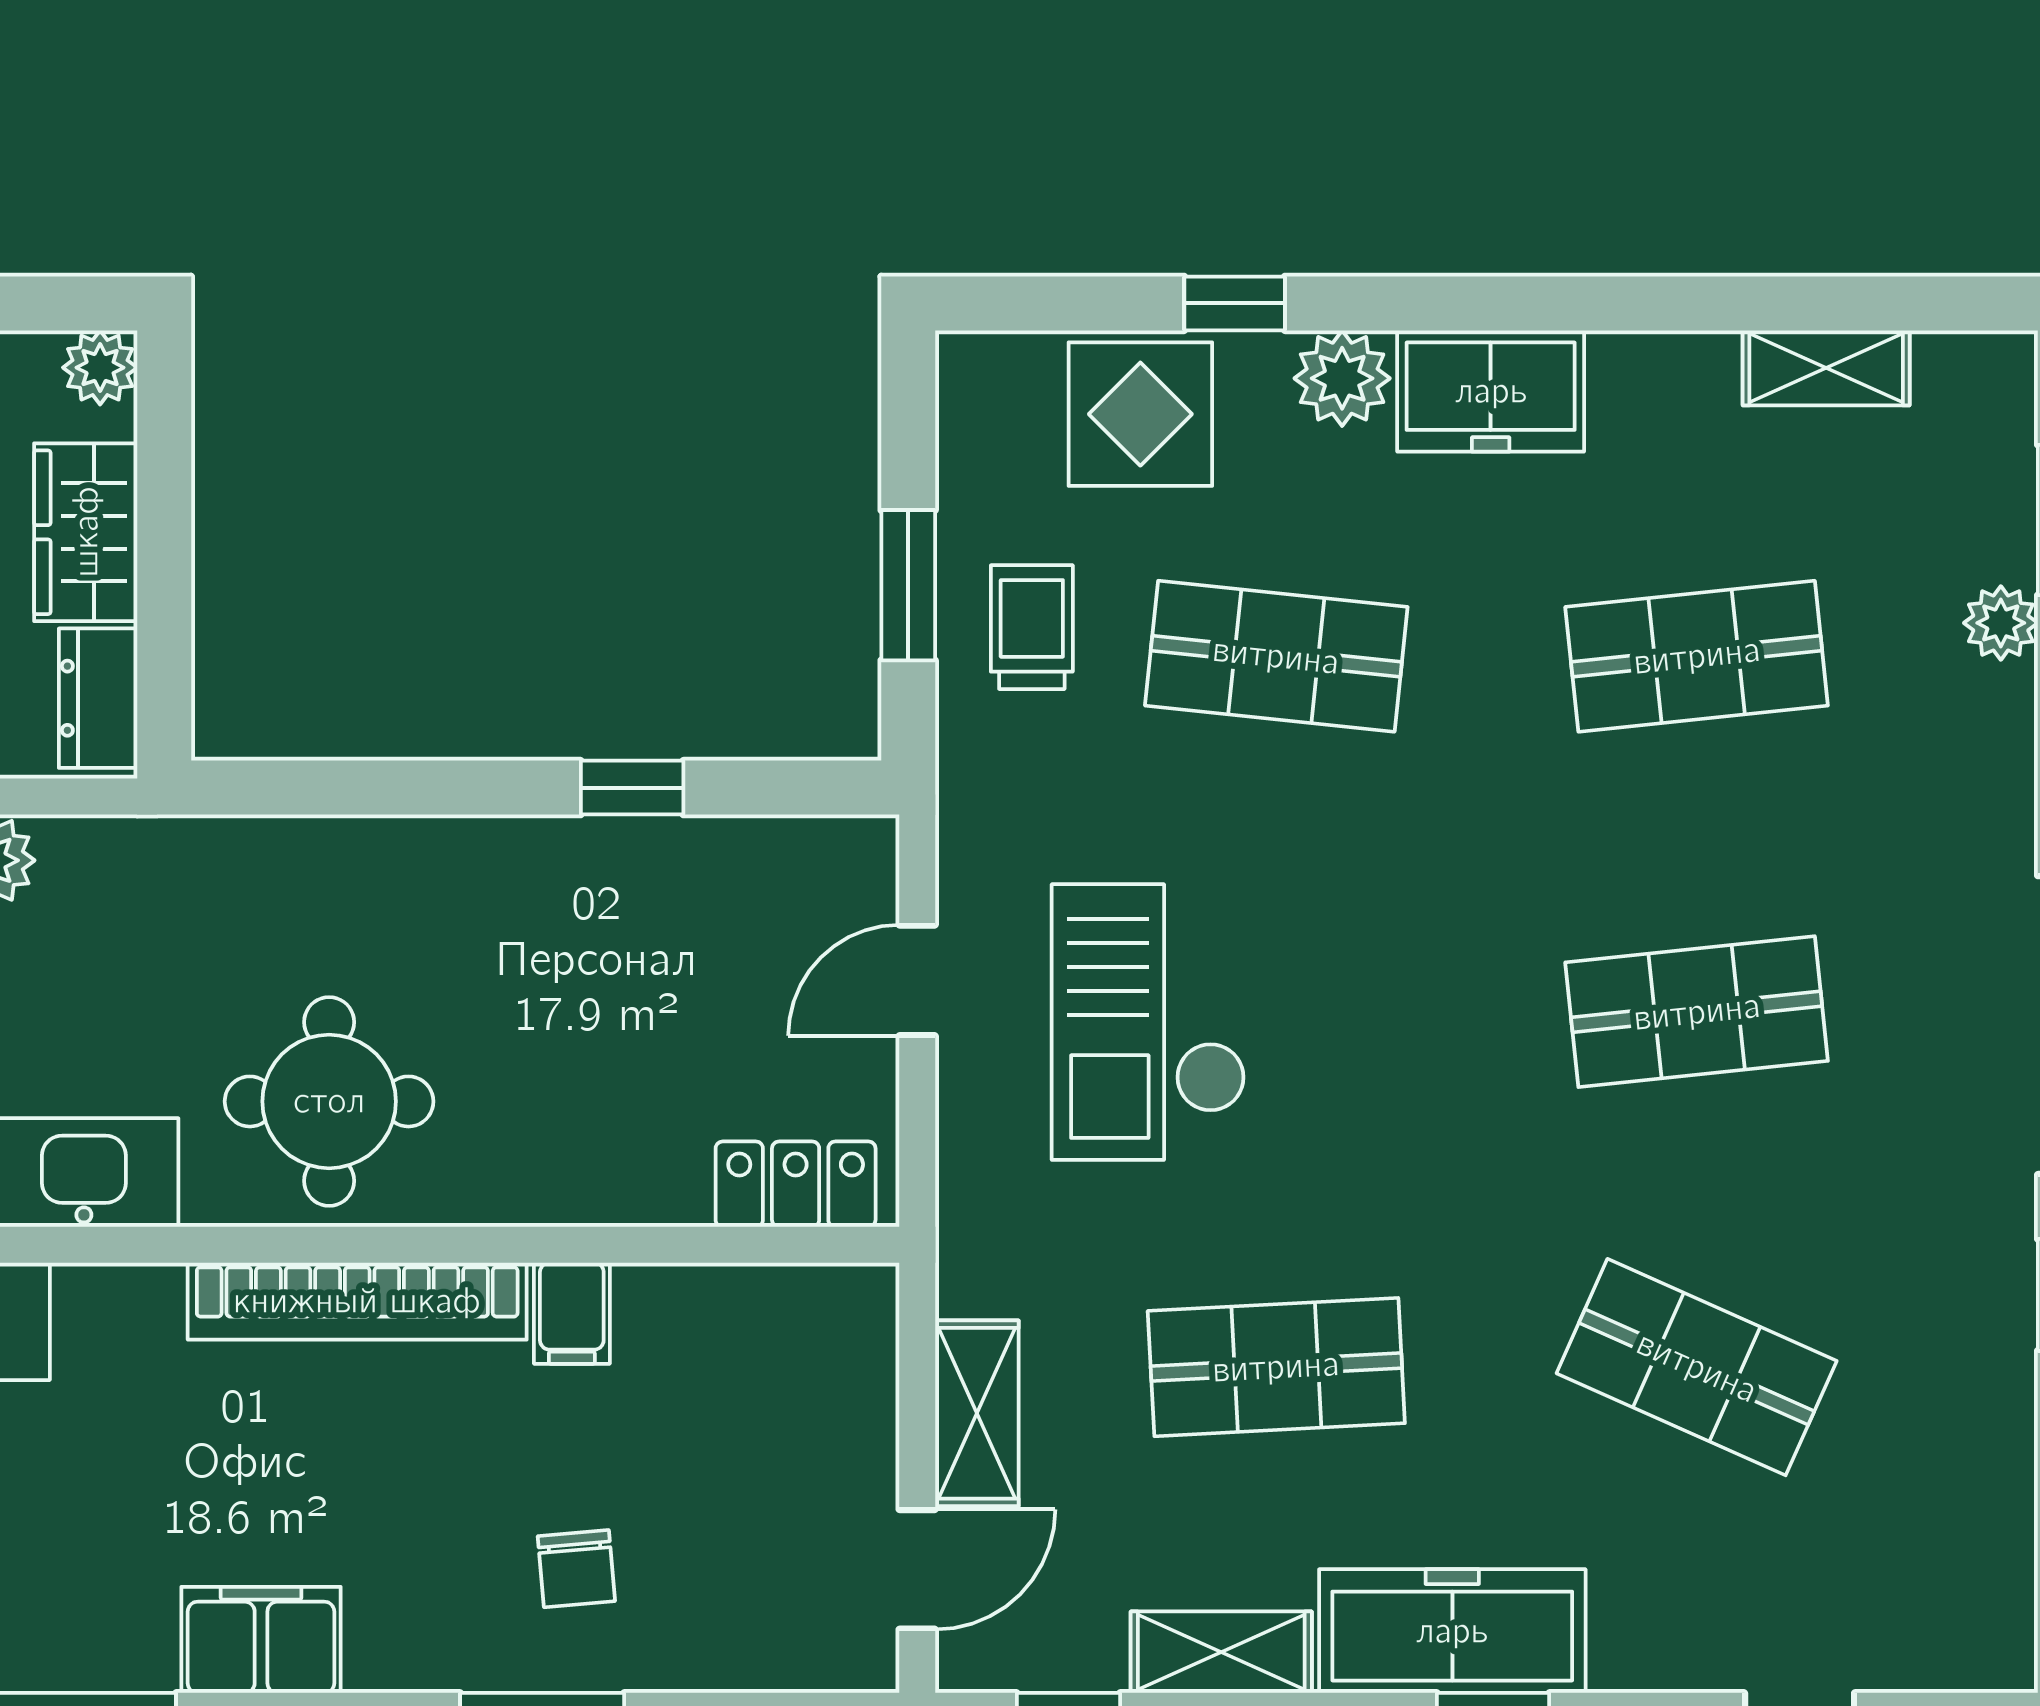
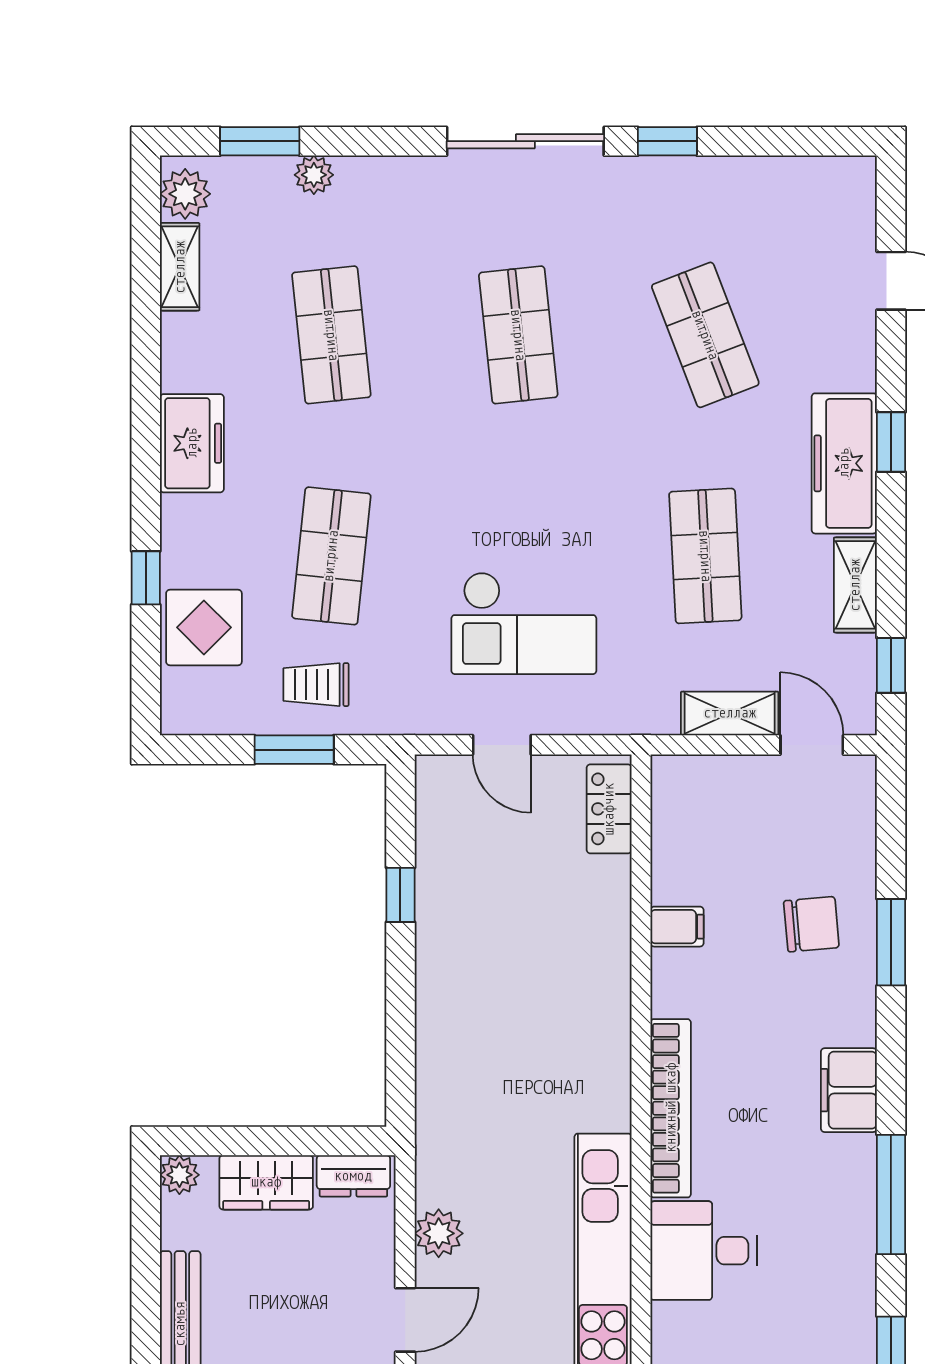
plant: (1342, 378) -> (185, 194), moved
round table: (329, 1101) -> (566, 1054), removed
bookcase: (357, 1301) -> (671, 1108), moved
shop shelf: (1697, 1367) -> (705, 335), turned -45
chair: (576, 1569) -> (811, 924), width x1.37, depth x1.37

